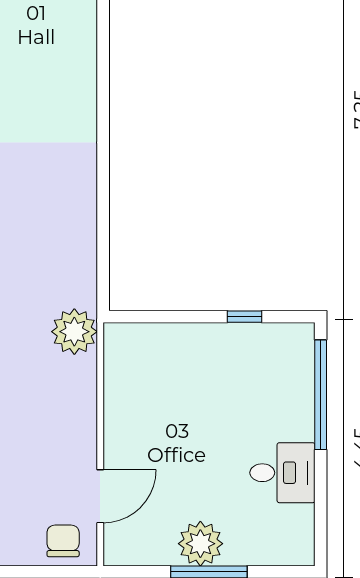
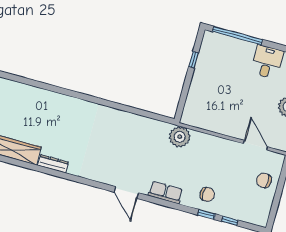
chair: (63, 541) -> (264, 180), moved

